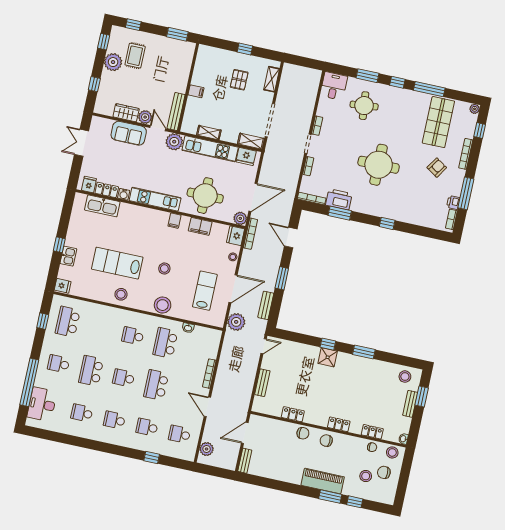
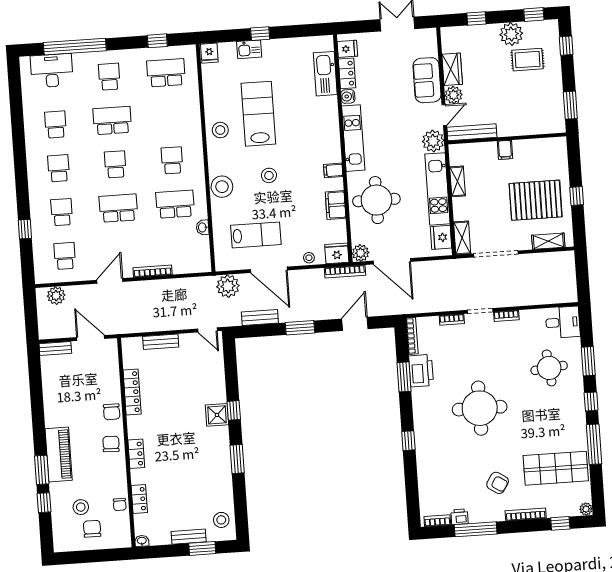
pallet: (239, 80) -> (536, 200), width x2.05, depth x2.00
locker: (293, 414) -> (132, 392), width x1.53
stool: (392, 452) -> (120, 532), removed

